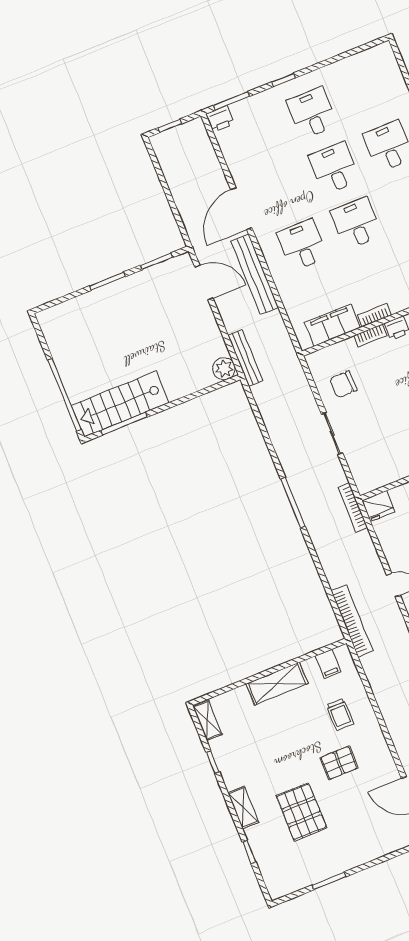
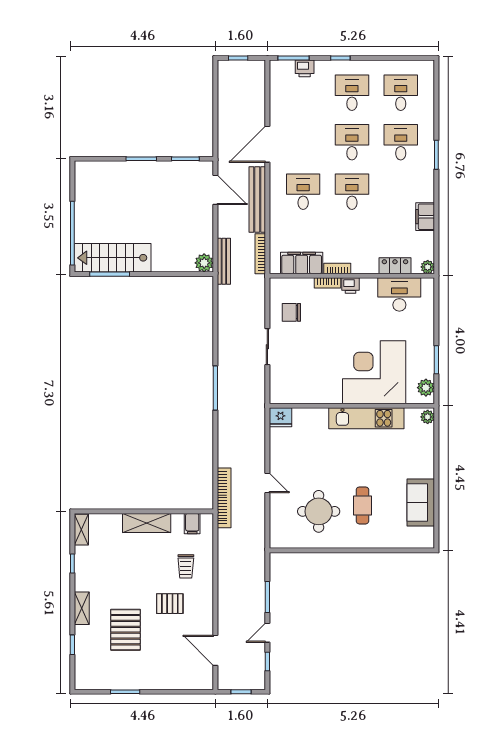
desk: (366, 91) -> (401, 93), added
printer: (220, 119) -> (305, 68), moved
bookcase: (353, 507) -> (260, 254), moved

